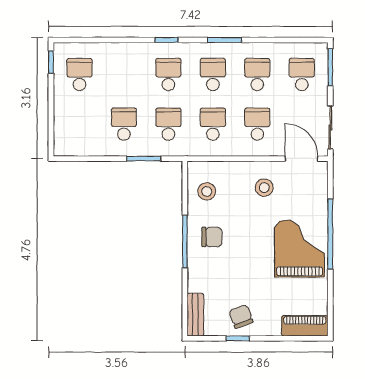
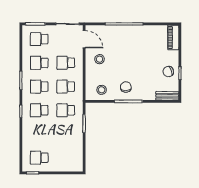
school desk: (124, 124) -> (66, 134), removed
door: (301, 159) -> (84, 39), swing flipped
grand piano: (300, 248) -> (132, 40), removed

